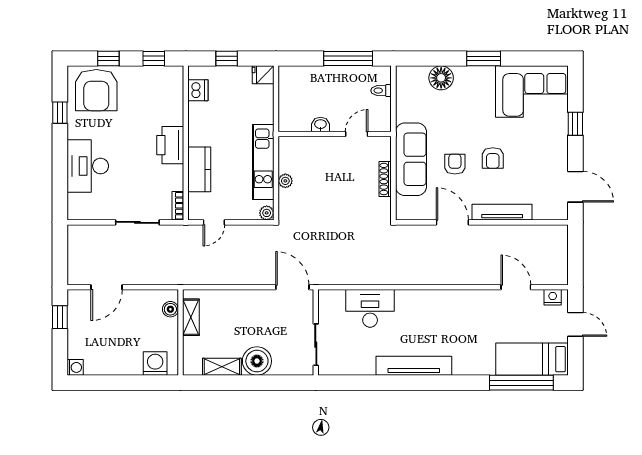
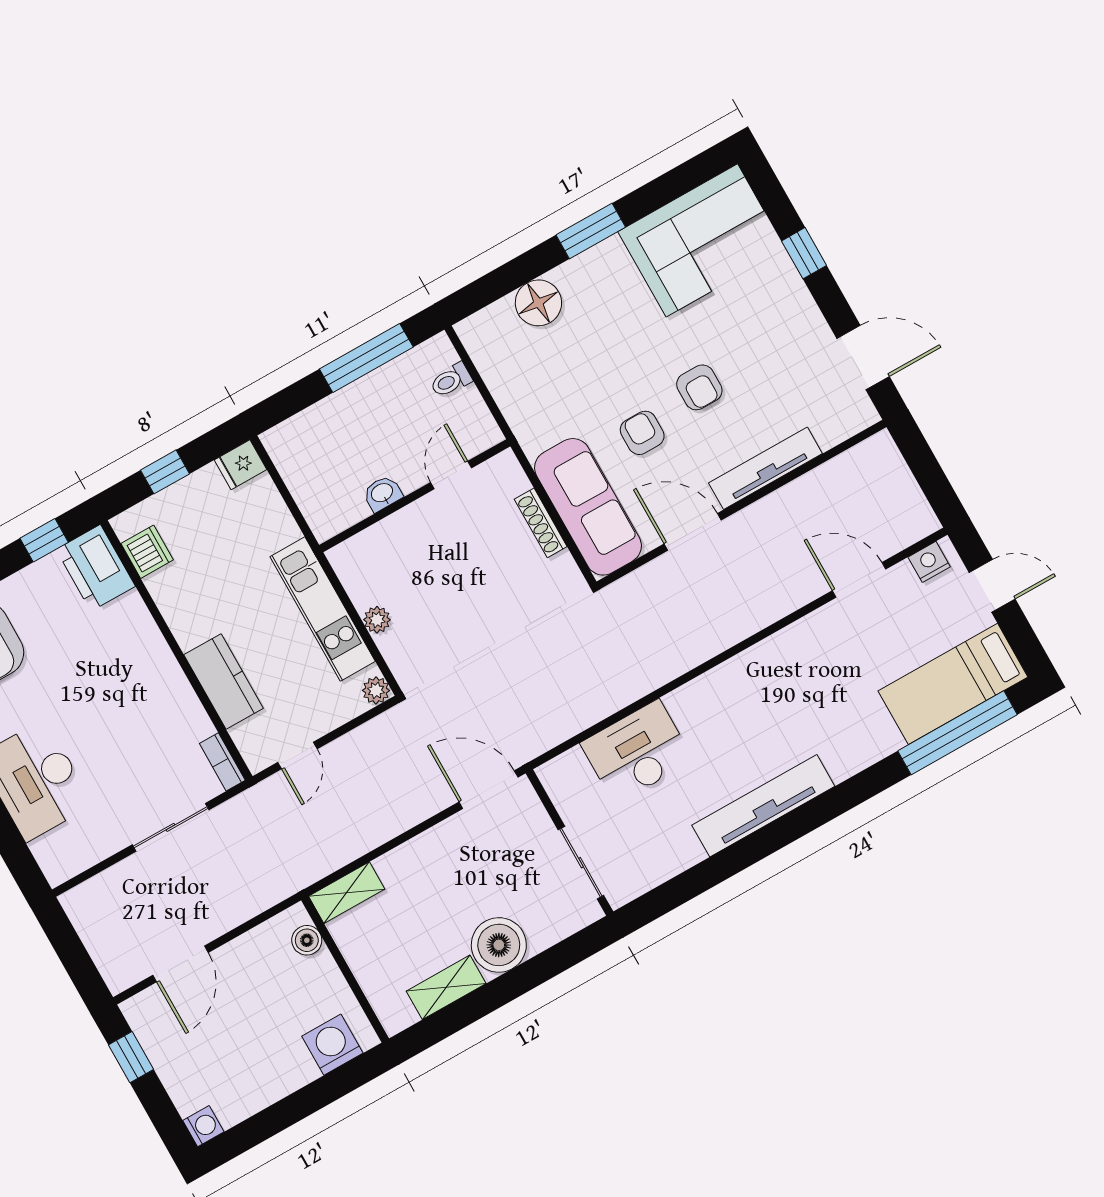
printer: (170, 145) -> (96, 568), moved
sofa: (411, 159) -> (588, 507), moved
shelving: (191, 317) -> (347, 893), moved, turned 90

